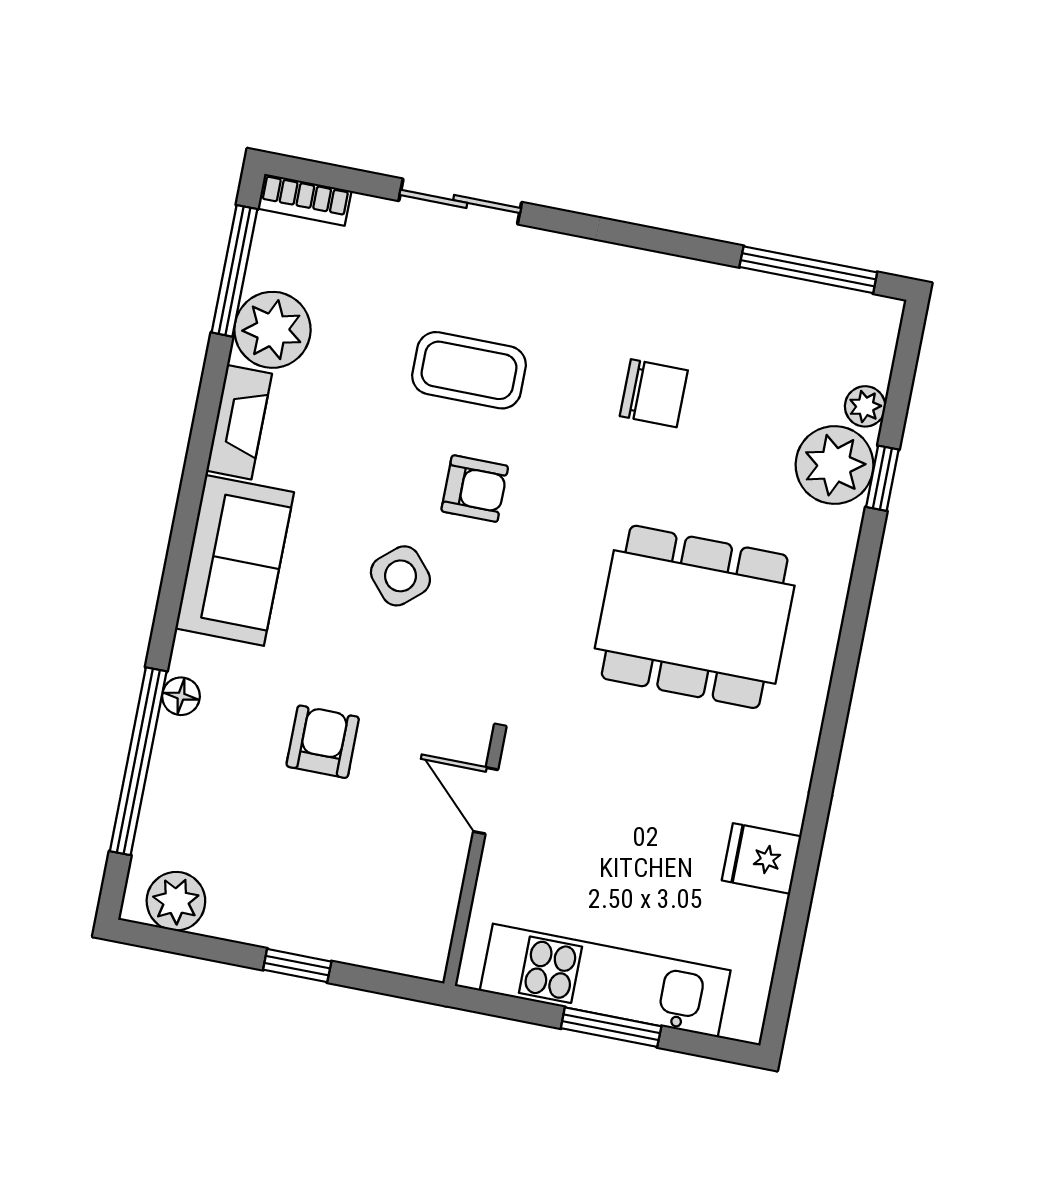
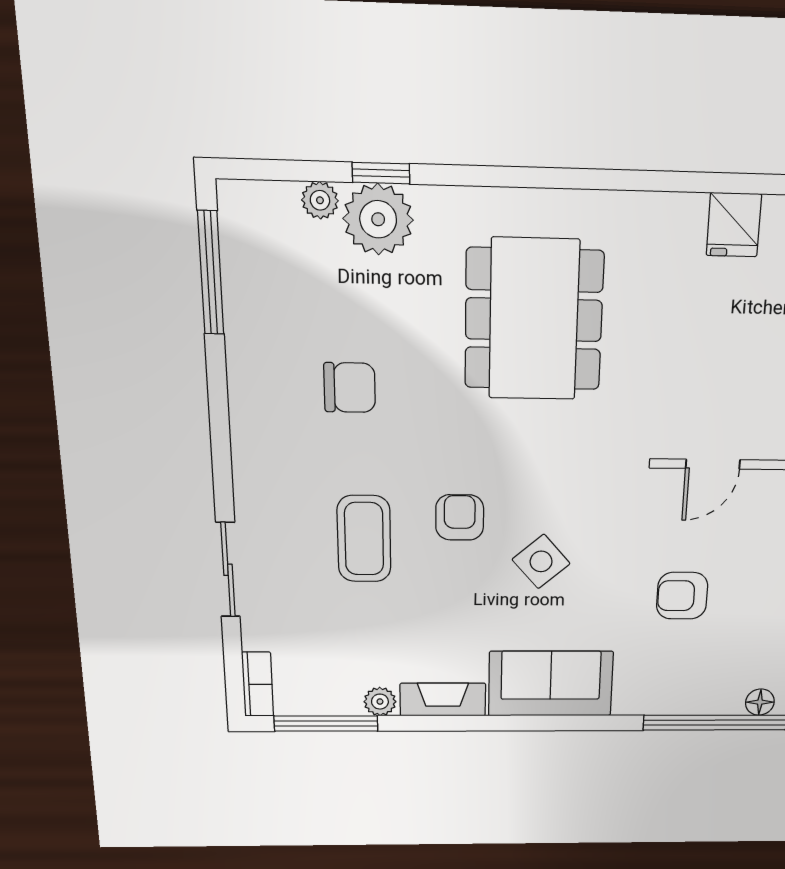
plant: (272, 330) -> (380, 702), width x0.53, depth x0.53
chair: (654, 393) -> (350, 388), turned 90
floor lamp: (181, 696) -> (760, 702), moved

